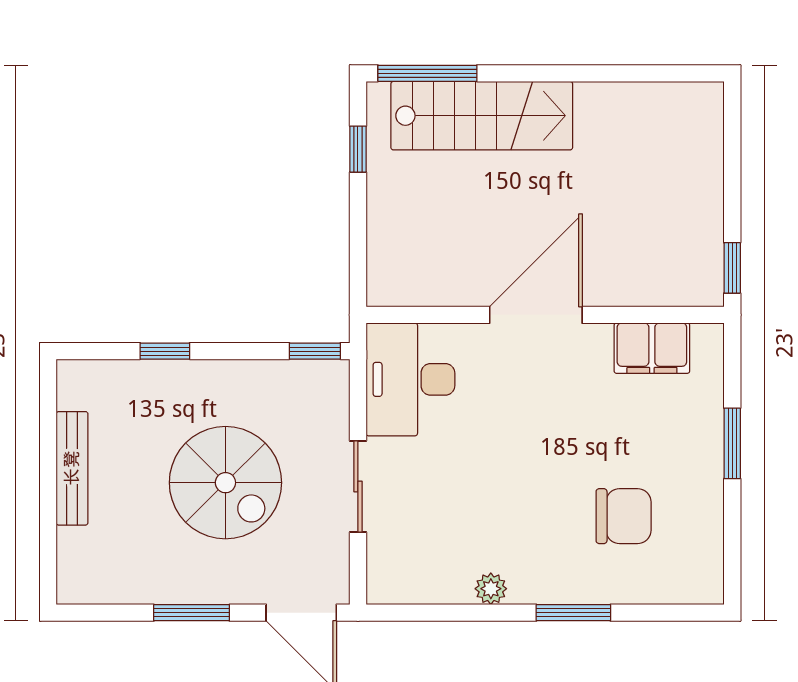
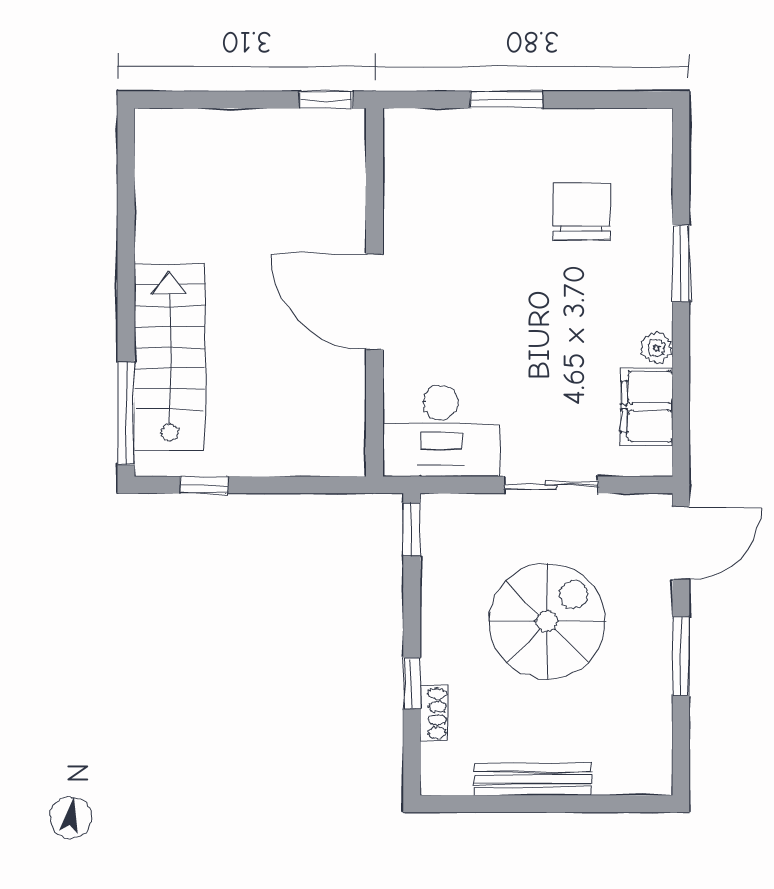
filing cabinet: (652, 348) -> (647, 407), moved, turned 180
shoe rack: (136, 372) -> (434, 713), added

